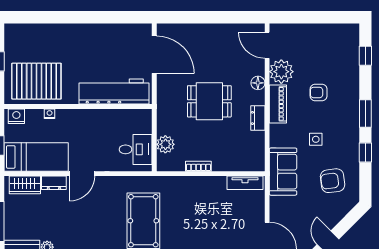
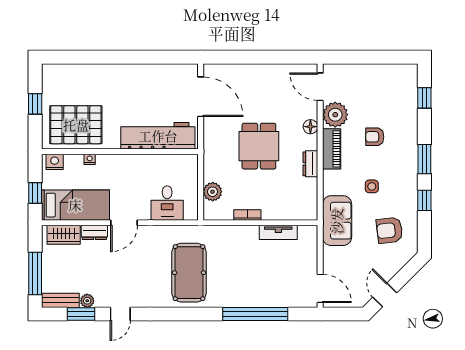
dining table: (209, 101) -> (259, 146), turned 90
desk: (136, 149) -> (167, 203), moved, turned 90
tv unit: (245, 183) -> (278, 232), moved

